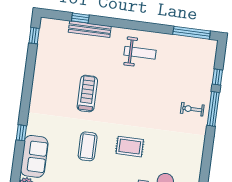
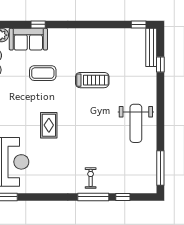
bench: (90, 29) -> (151, 47), moved
weight bench: (140, 53) -> (136, 123), width x1.36, depth x1.33
window: (21, 133) -> (38, 24), moved
coffee table: (88, 146) -> (43, 73), moved

